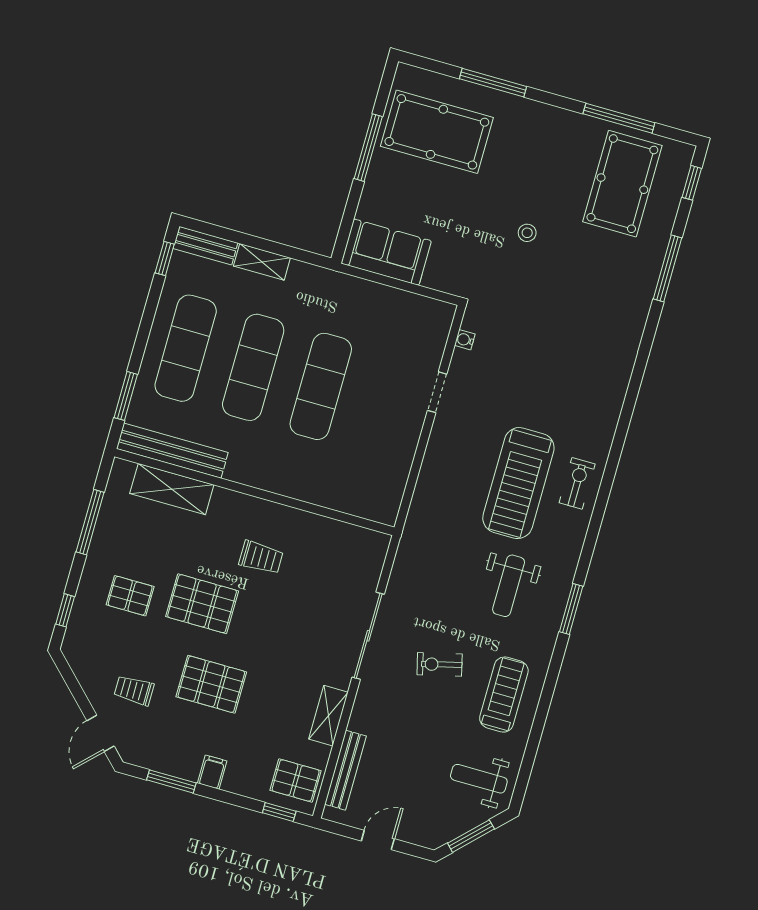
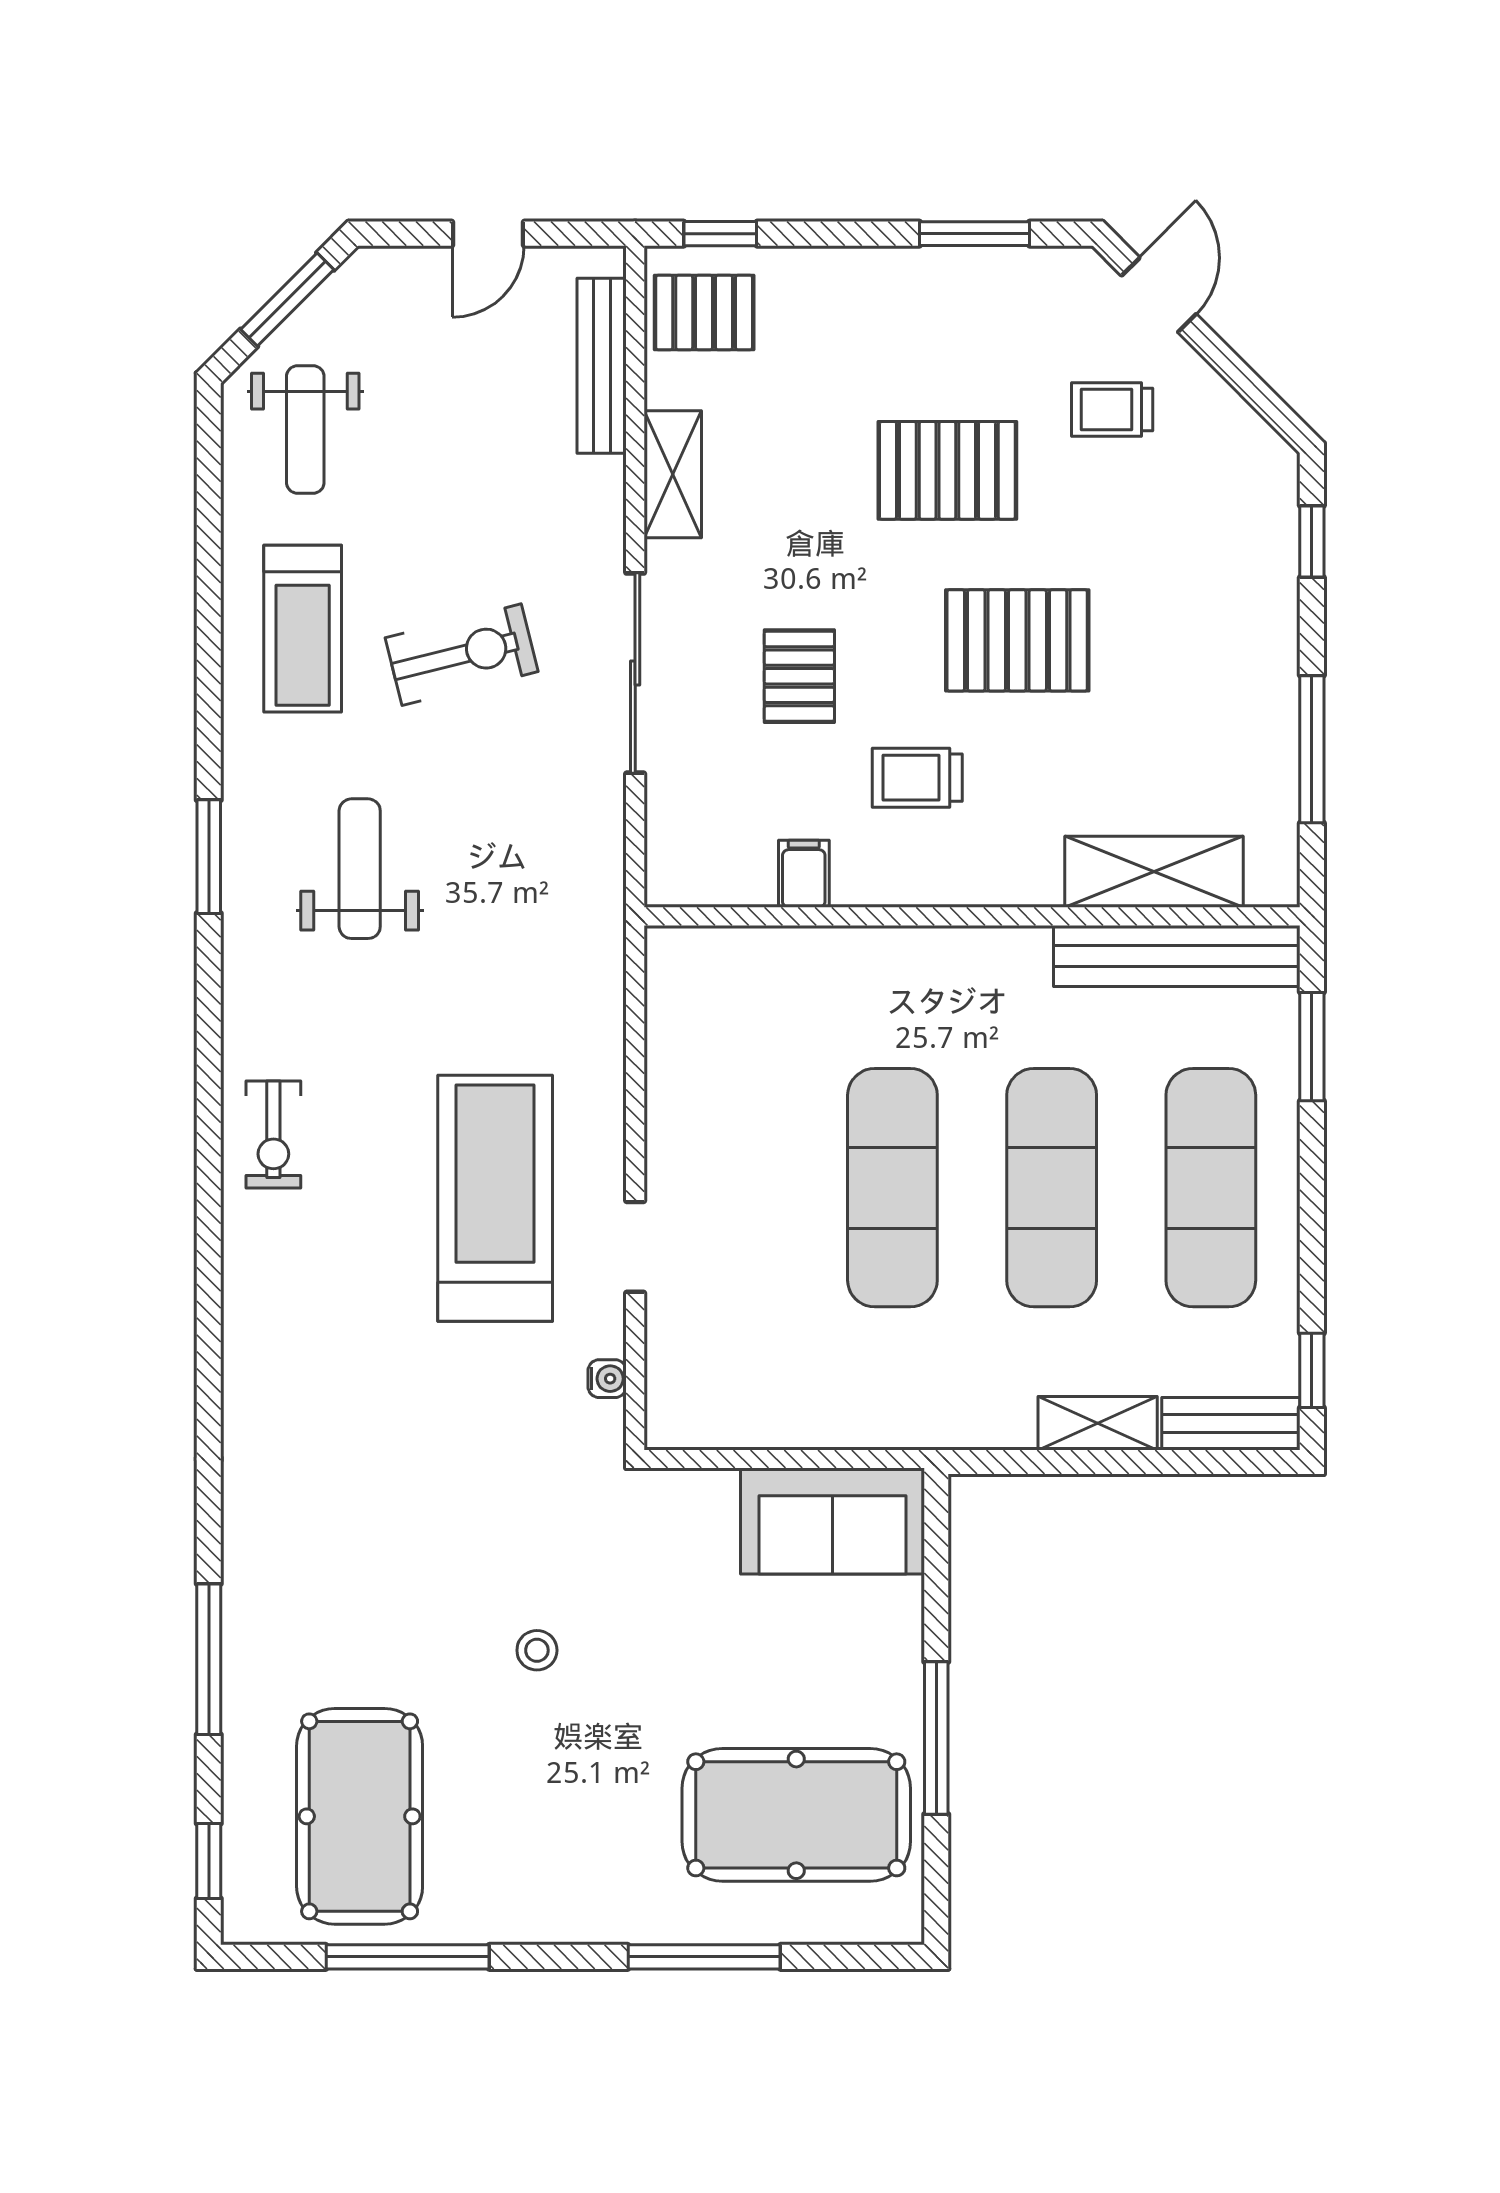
treadmill: (518, 483) -> (495, 1198), moved
pallet: (130, 596) -> (799, 676), moved, turned 90
exercise bike: (440, 664) -> (462, 655), width x1.38, depth x1.39
trolley: (134, 690) -> (1112, 410), turned 180
filing cabinet: (212, 772) -> (804, 874), moved, turned 180
weight bench: (479, 779) -> (305, 429), turned 90

